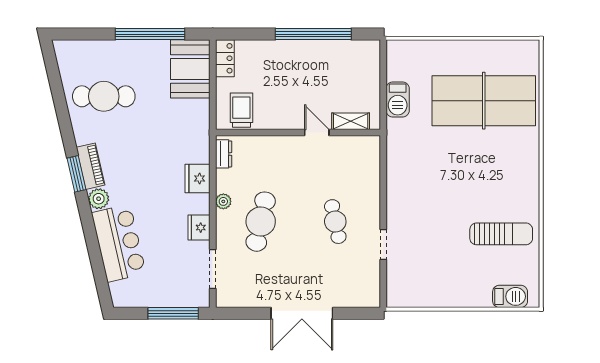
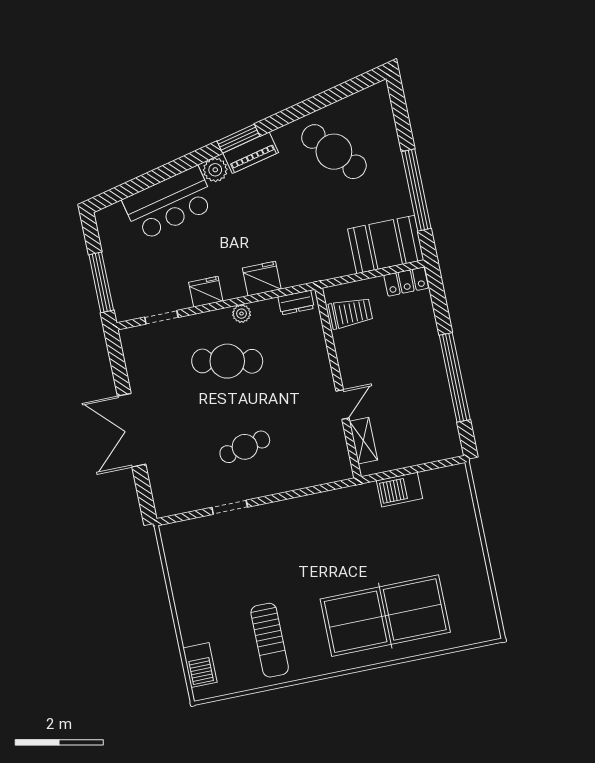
cafe table: (104, 96) -> (334, 152), turned -42
table tennis table: (484, 101) -> (385, 616), moved, turned 90
doorway: (213, 269) -> (161, 317), width x0.73

